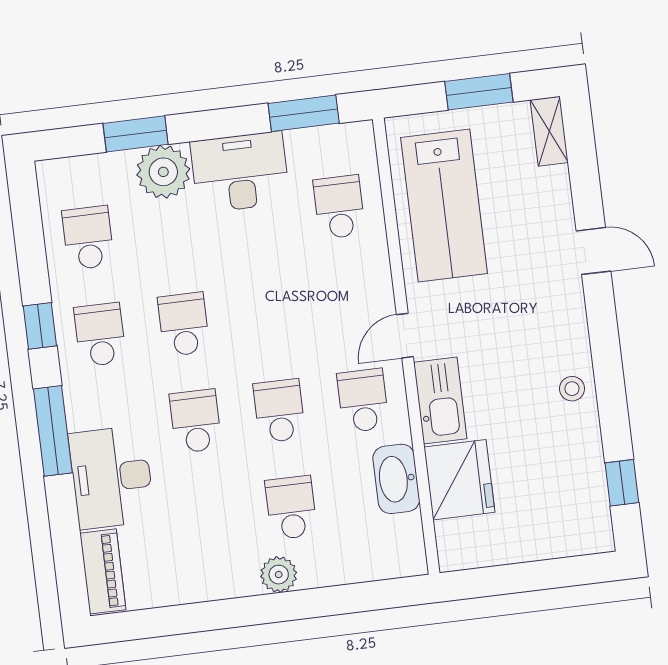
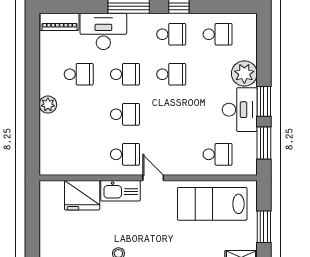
window: (136, 134) -> (264, 101), moved
washbasin: (396, 479) -> (86, 165), removed
school desk: (291, 508) -> (79, 74), moved

